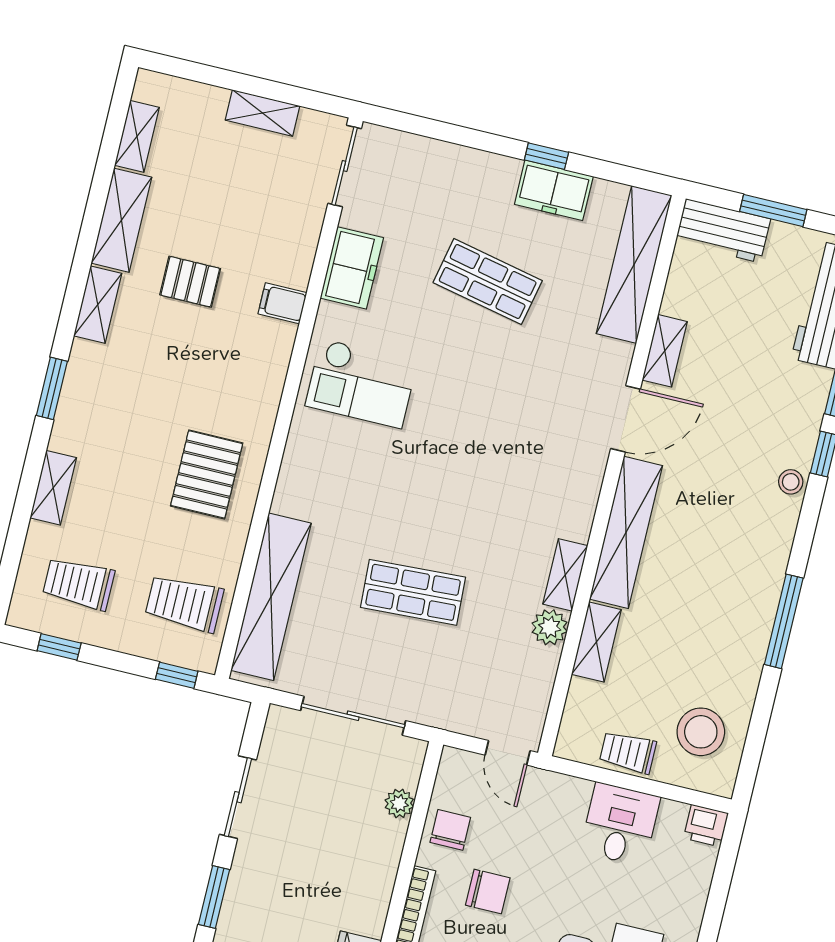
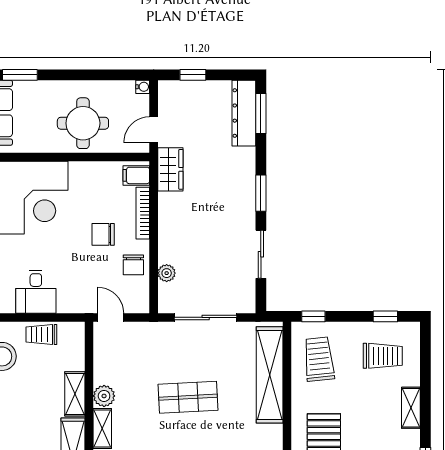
trolley: (184, 603) -> (319, 359), turned -96
trolley: (628, 752) -> (41, 335), turned 180

